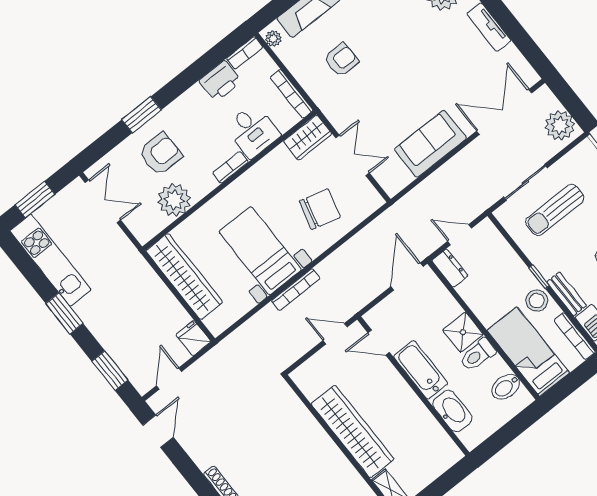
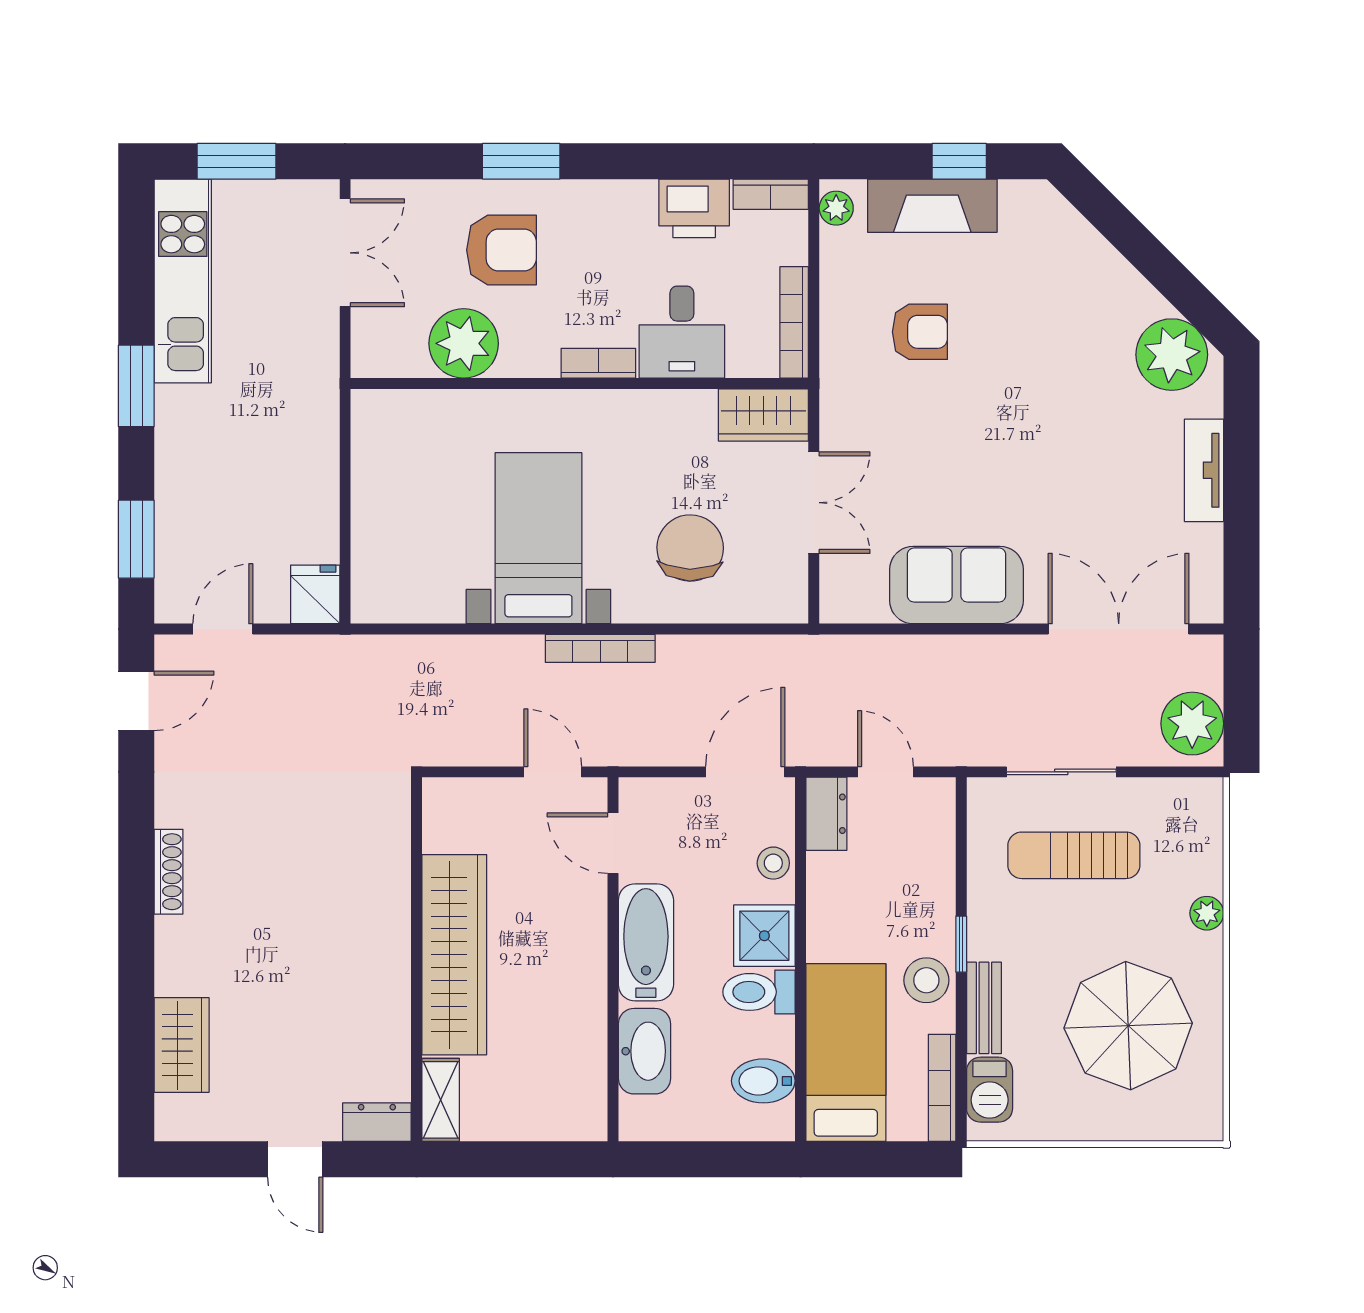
chair: (320, 209) -> (690, 548), turned -104
wardrobe: (184, 277) -> (381, 482), removed
bookcase: (296, 290) -> (600, 648), moved
stool: (445, 302) -> (773, 863), added

